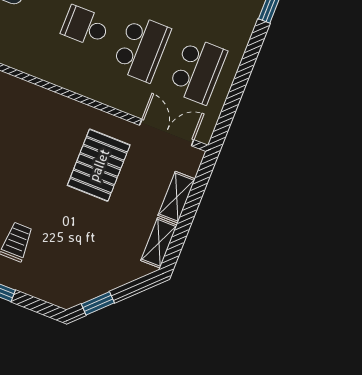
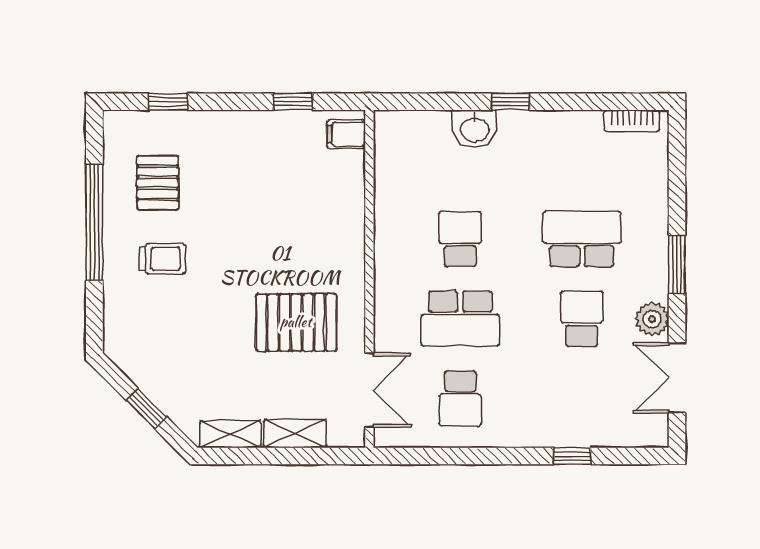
school desk: (198, 71) -> (460, 398), width x0.54
window: (98, 303) -> (146, 409), moved

